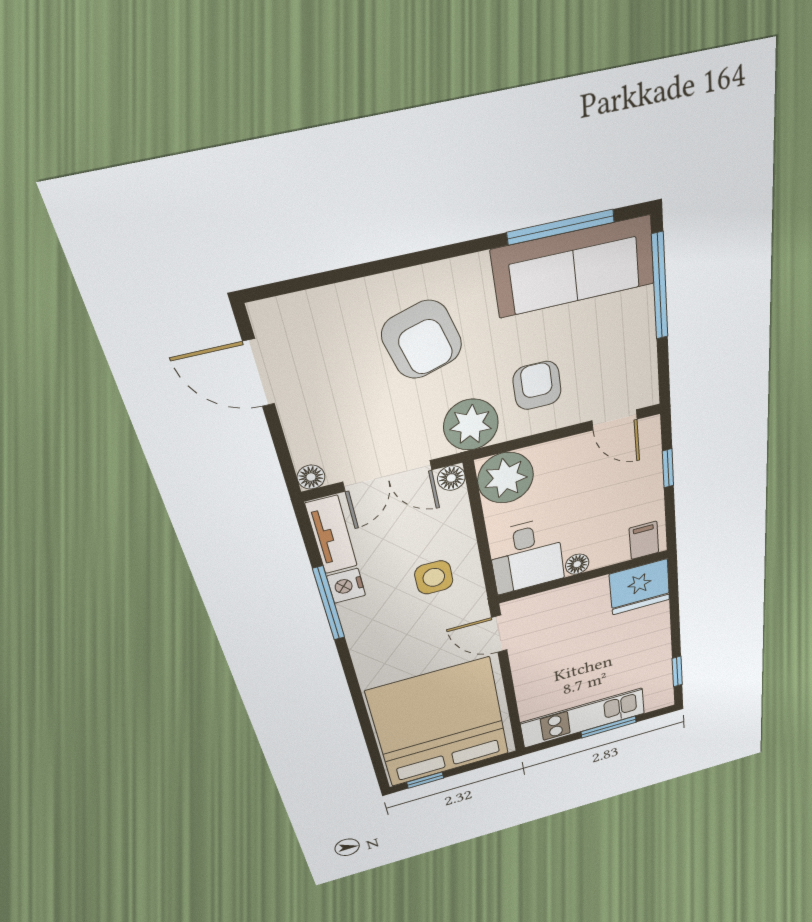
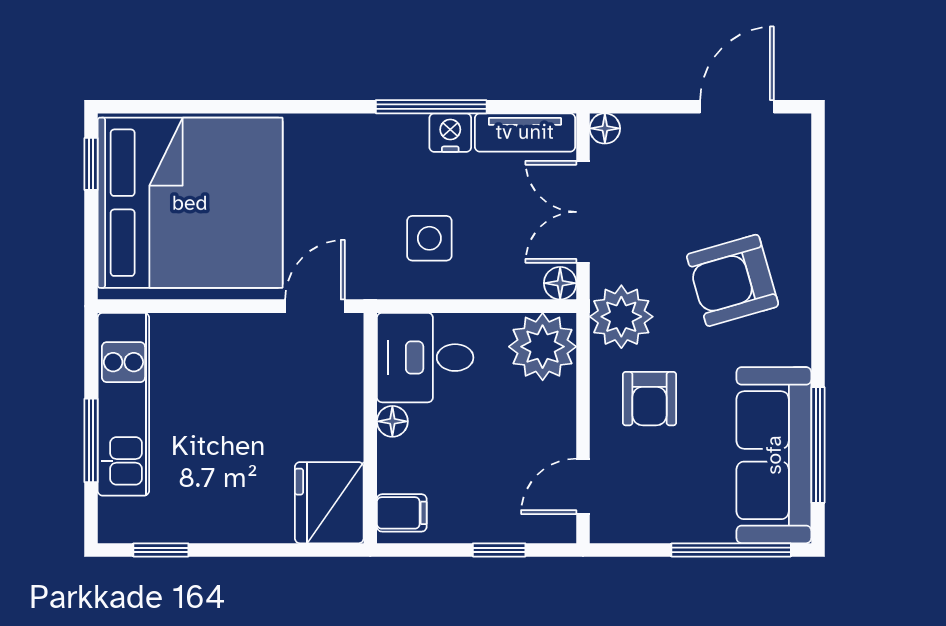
armchair: (537, 386) -> (649, 399), turned 90

